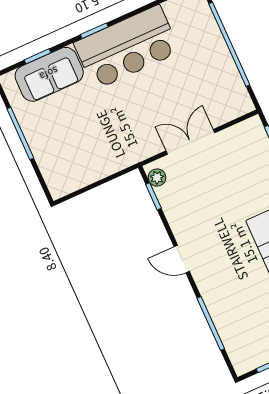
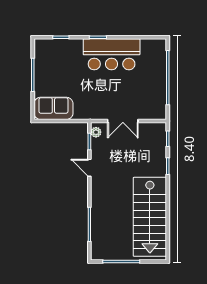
sofa: (49, 74) -> (53, 108), moved, turned 180
double door: (190, 142) -> (123, 121), swing flipped
door: (182, 259) -> (89, 168), moved

